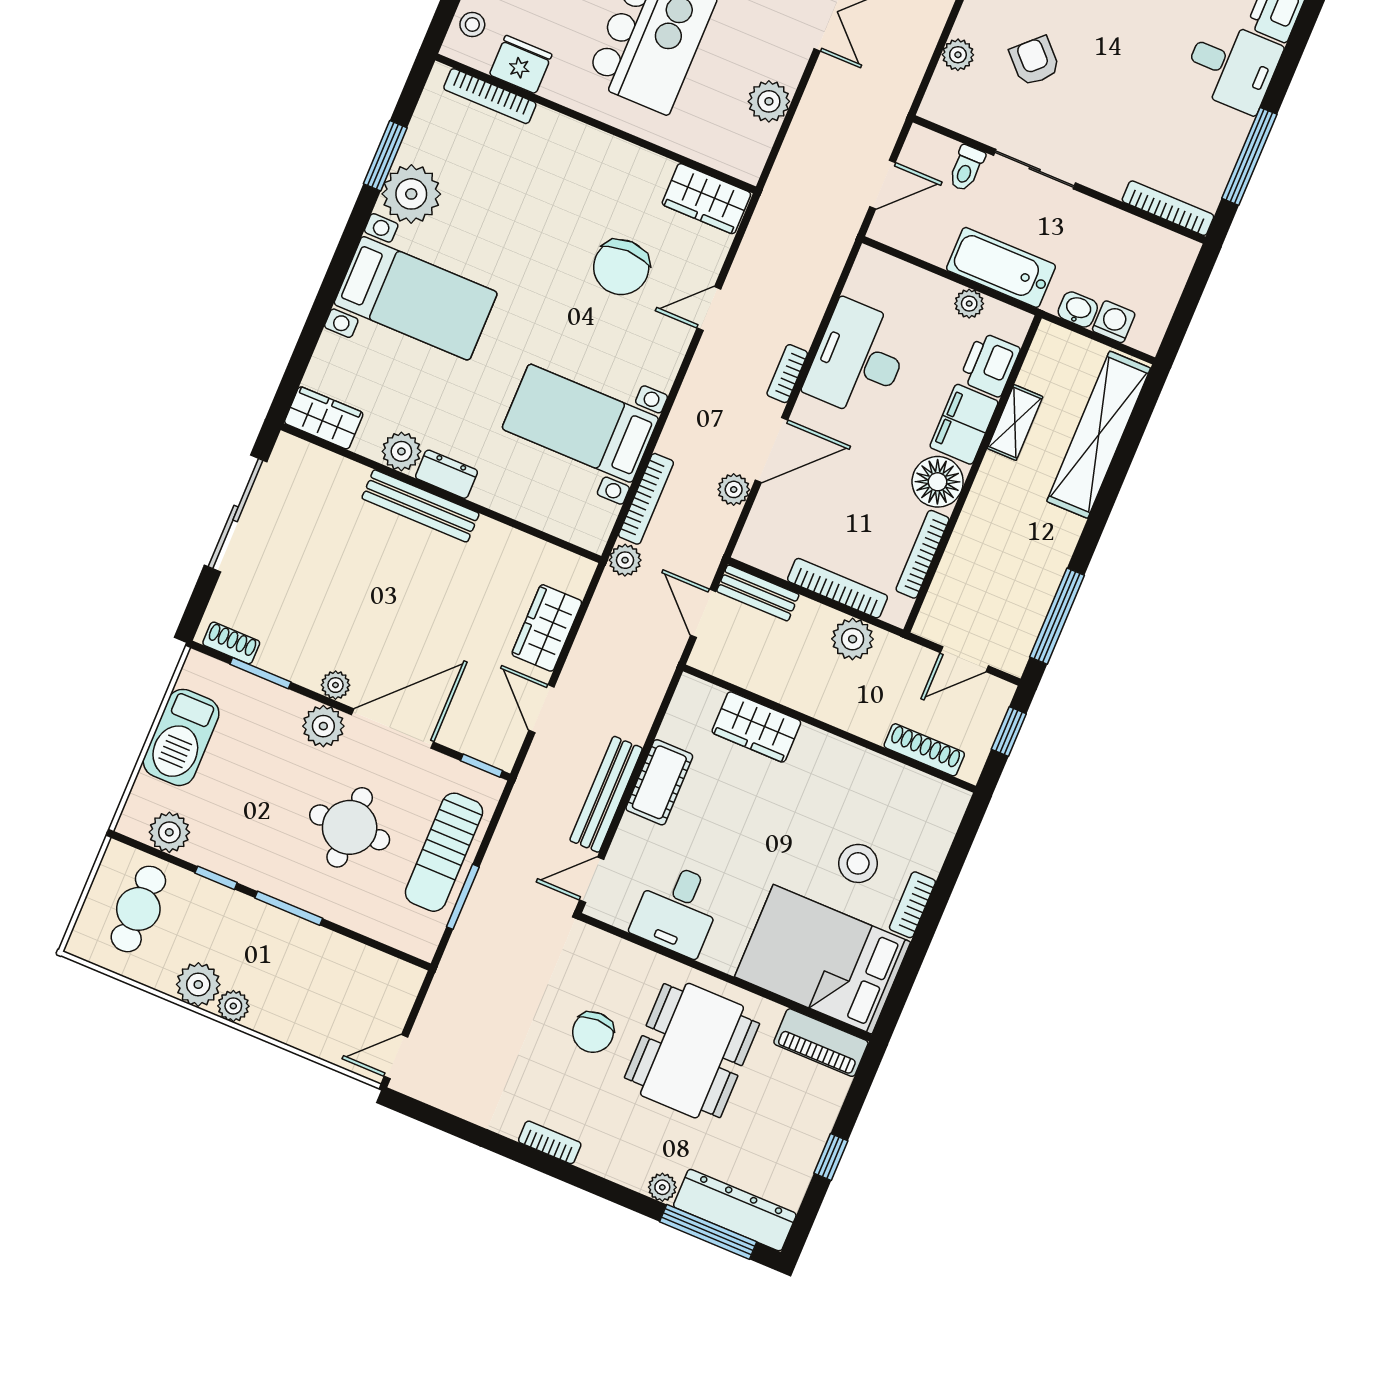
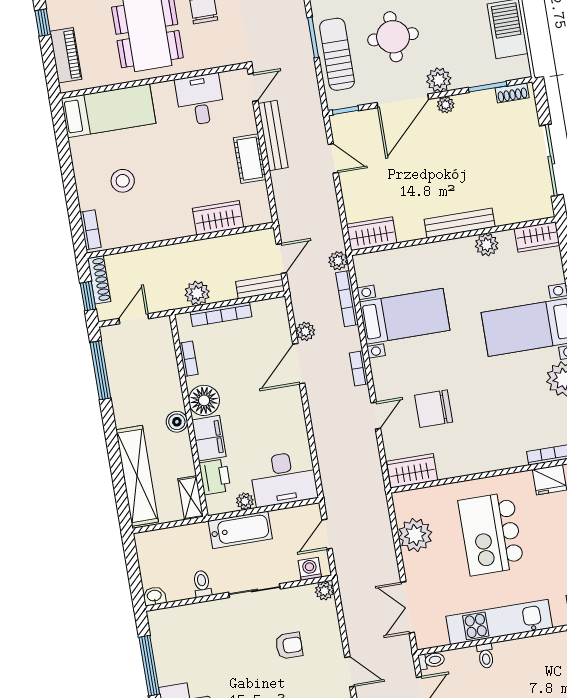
plant: (958, 55) -> (324, 591), moved
armchair: (1035, 61) -> (289, 646), turned -46
plant: (769, 101) -> (415, 535), width x1.36, depth x1.36
toilet: (966, 168) -> (202, 584), moved
bookcase: (1168, 208) -> (174, 613), removed
chair: (621, 267) -> (434, 409), turned -90
washbasin: (1078, 310) -> (154, 596), moved, turned 180
washing machine: (1114, 322) -> (310, 569), moved, turned 180
desk: (858, 359) -> (284, 479), moved, turned 90
bookcase: (787, 374) -> (359, 368), moved, turned 180
shelving: (1015, 423) -> (191, 498), moved
dresser: (447, 474) -> (456, 247), removed
boiler: (995, 476) -> (177, 422), added
bookcase: (923, 554) -> (189, 359), width x0.64
door: (703, 613) -> (281, 259), hinge flipped
wardrobe: (547, 628) -> (372, 234), moved, turned -90
shoe rack: (924, 750) -> (99, 280), moved, turned -90
bookcase: (912, 905) -> (91, 230), moved
bed: (823, 959) -> (108, 111), width x0.67
piano: (821, 1043) -> (66, 55), moved, turned 90

